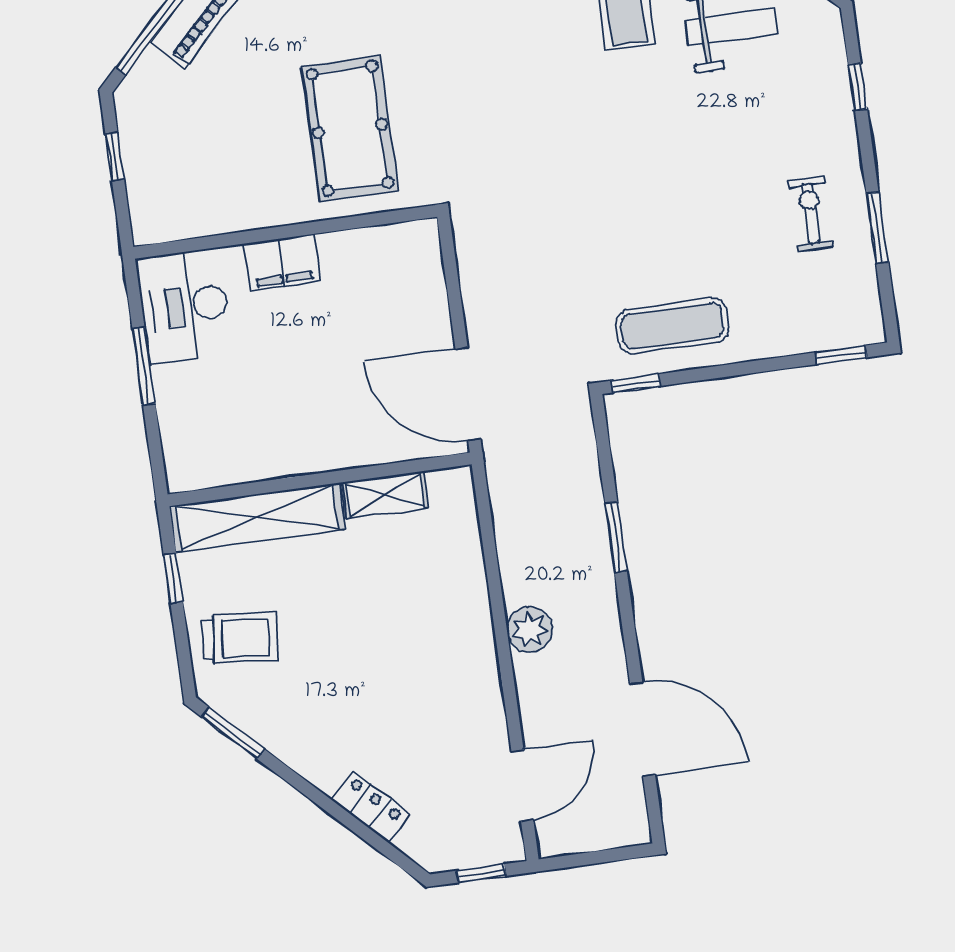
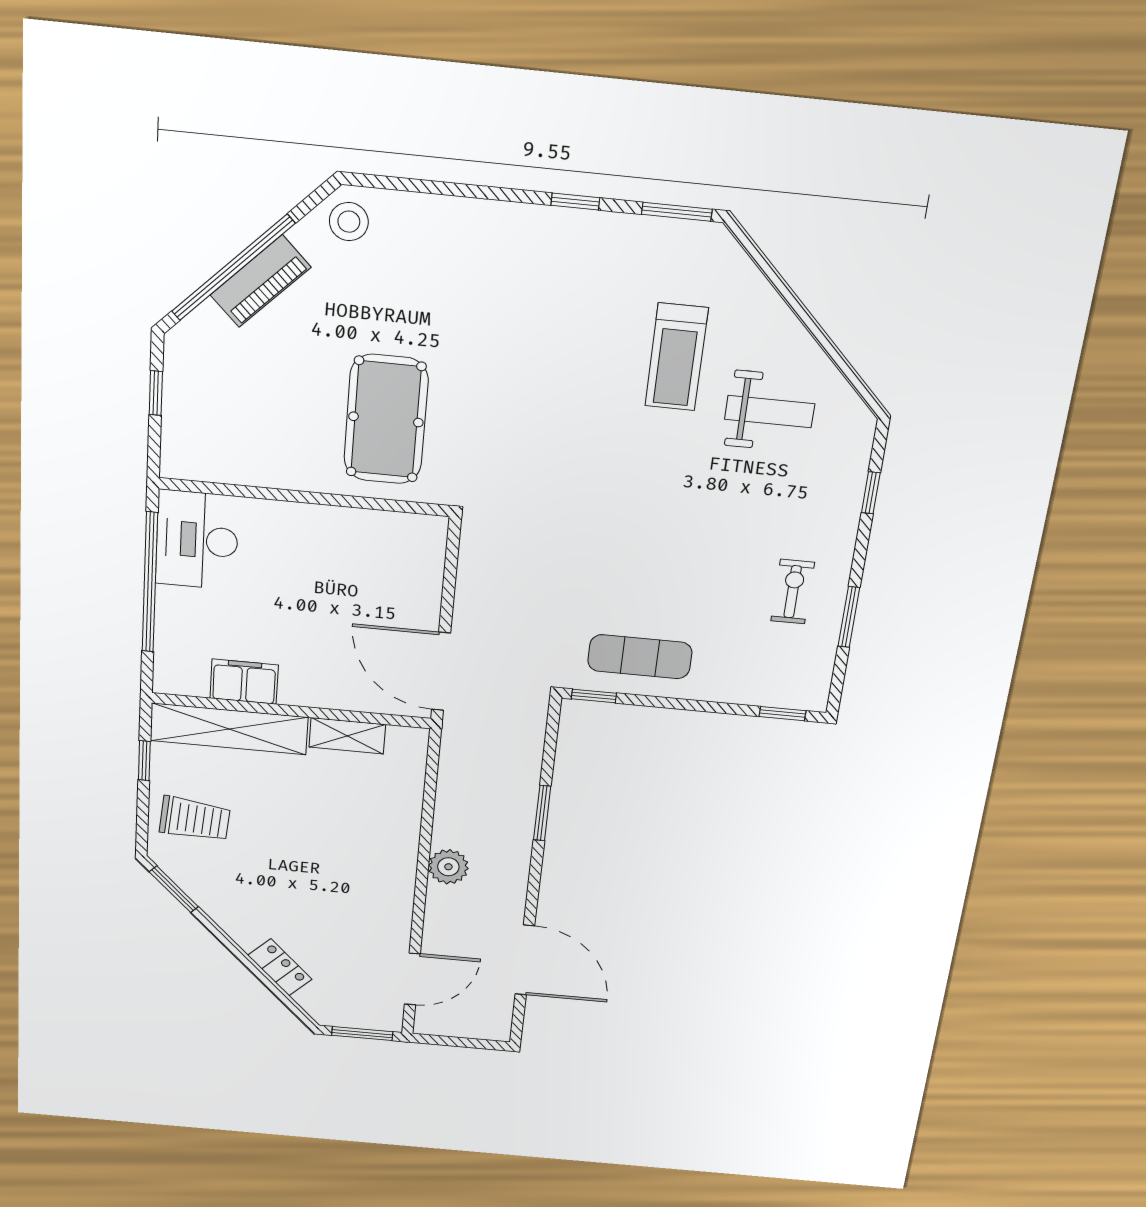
filing cabinet: (282, 262) -> (244, 682), moved, turned 180
window: (144, 366) -> (150, 582), width x2.11
window: (481, 873) -> (362, 1034), width x1.50

